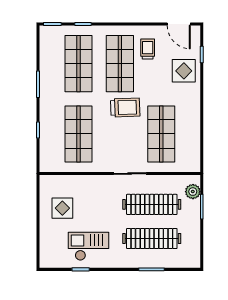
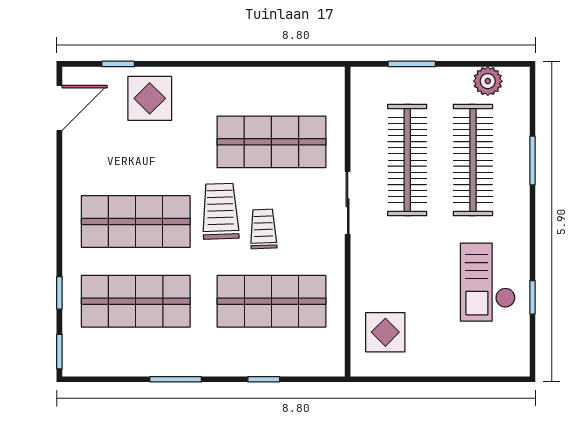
trolley: (148, 49) -> (263, 229), moved, turned 88
plant: (193, 192) -> (488, 81), moved
display table: (62, 208) -> (385, 332), moved

